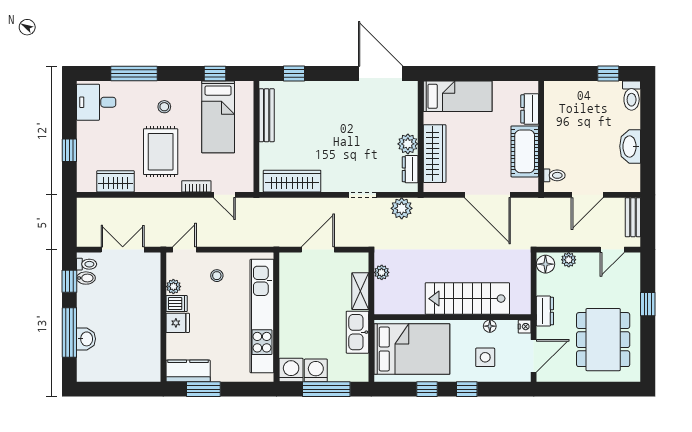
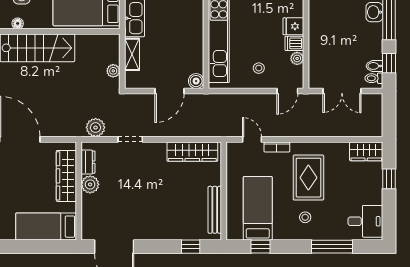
wardrobe: (115, 181) -> (366, 151), moved
boiler: (288, 261) -> (196, 81), added

